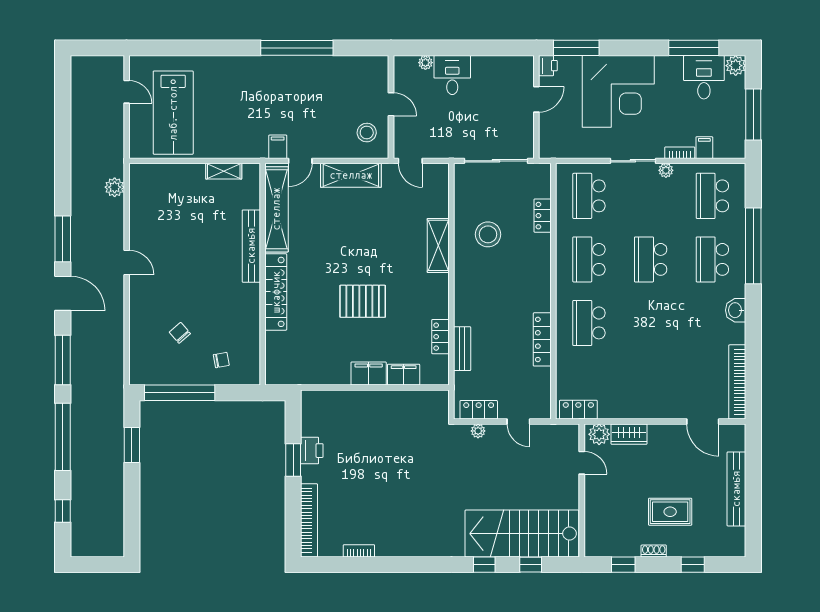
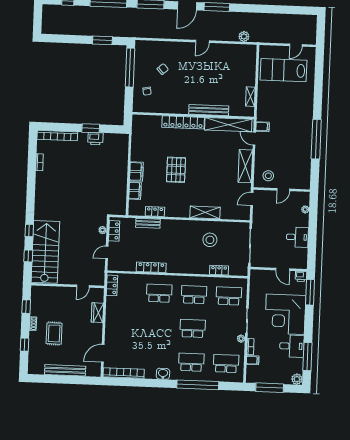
desk: (452, 75) -> (297, 237), moved
desk: (704, 77) -> (292, 346), moved
plant: (599, 434) -> (98, 296), removed

